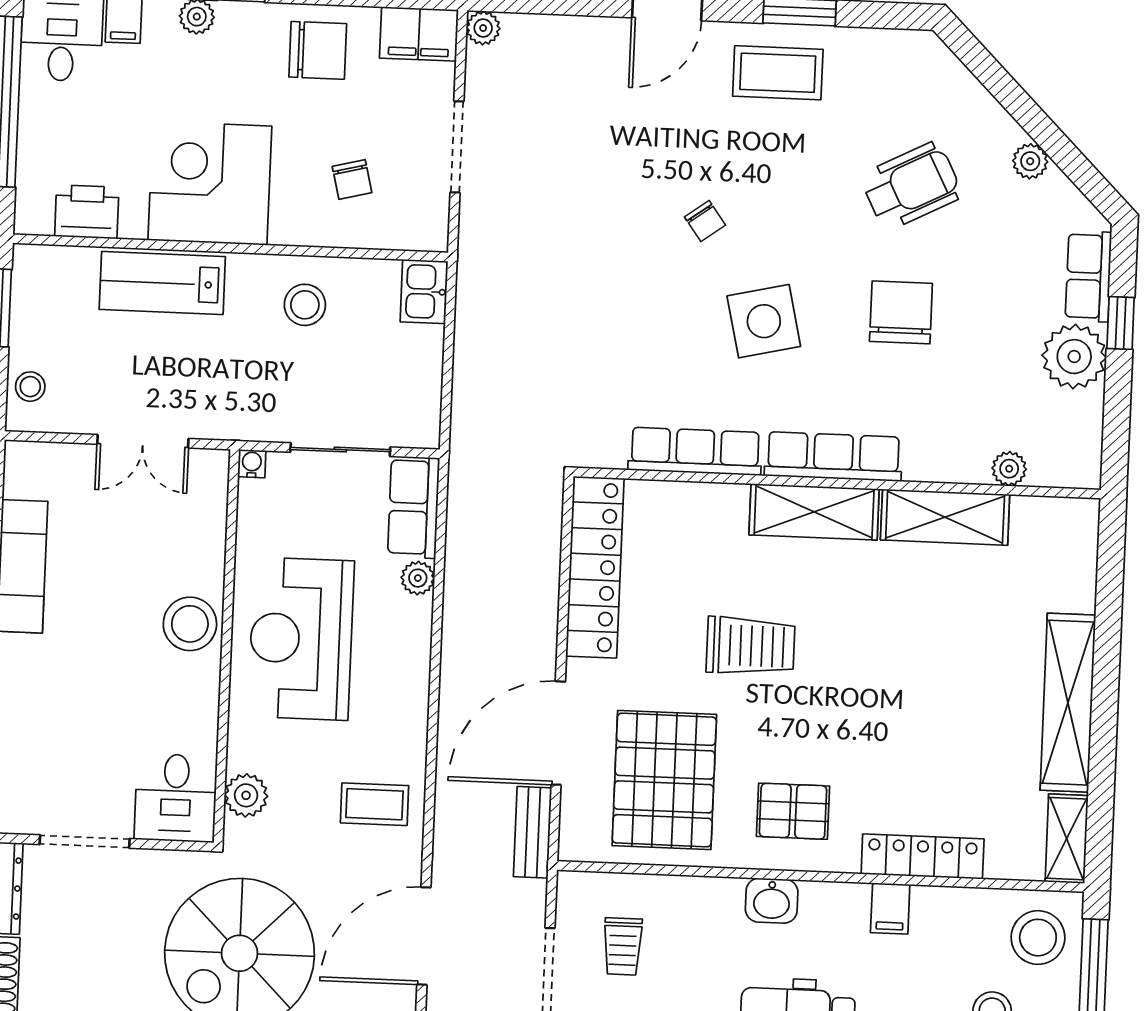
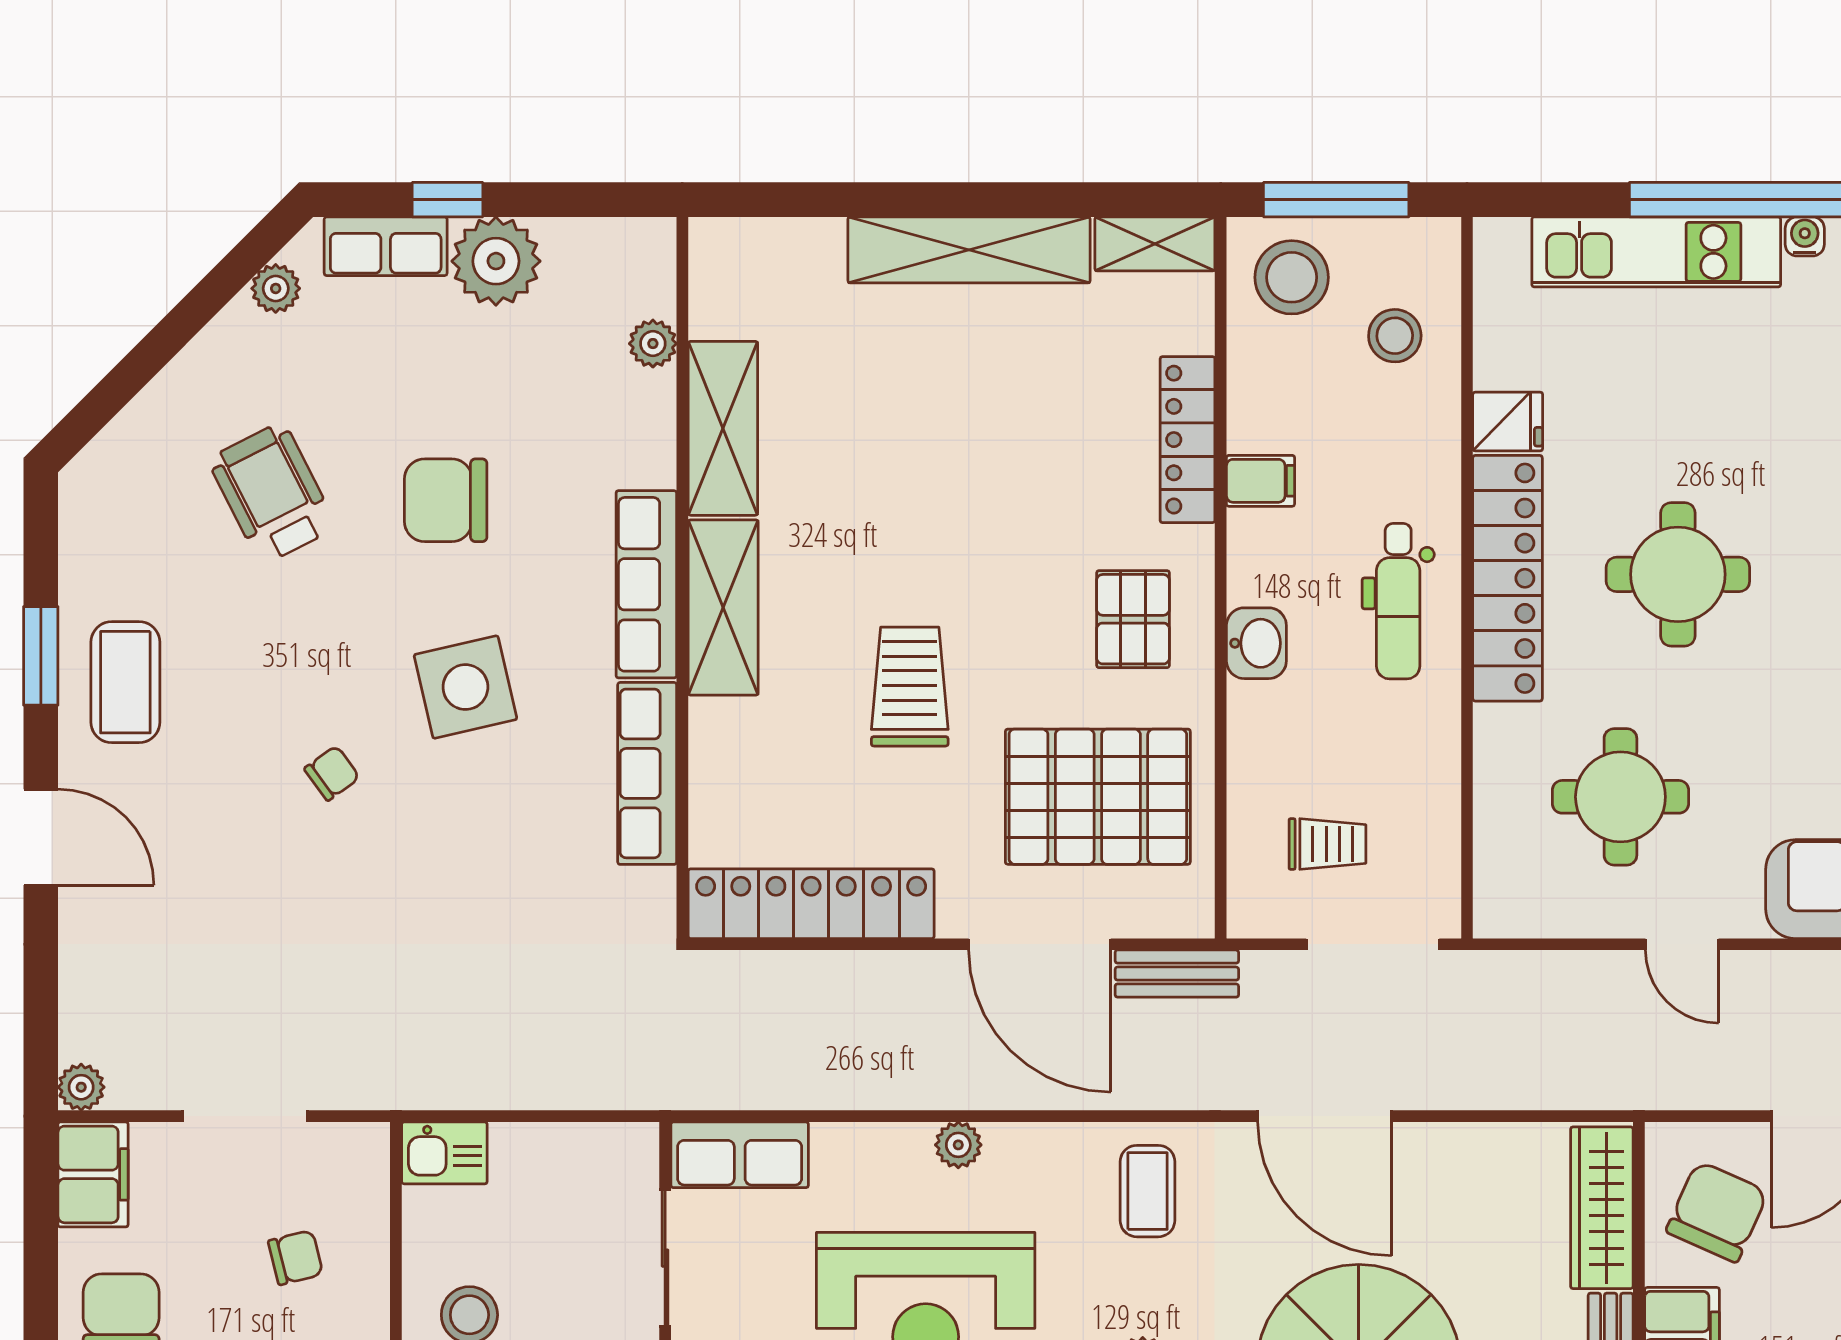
plant: (1030, 161) -> (276, 288), moved
plant: (418, 578) -> (958, 1145), moved

